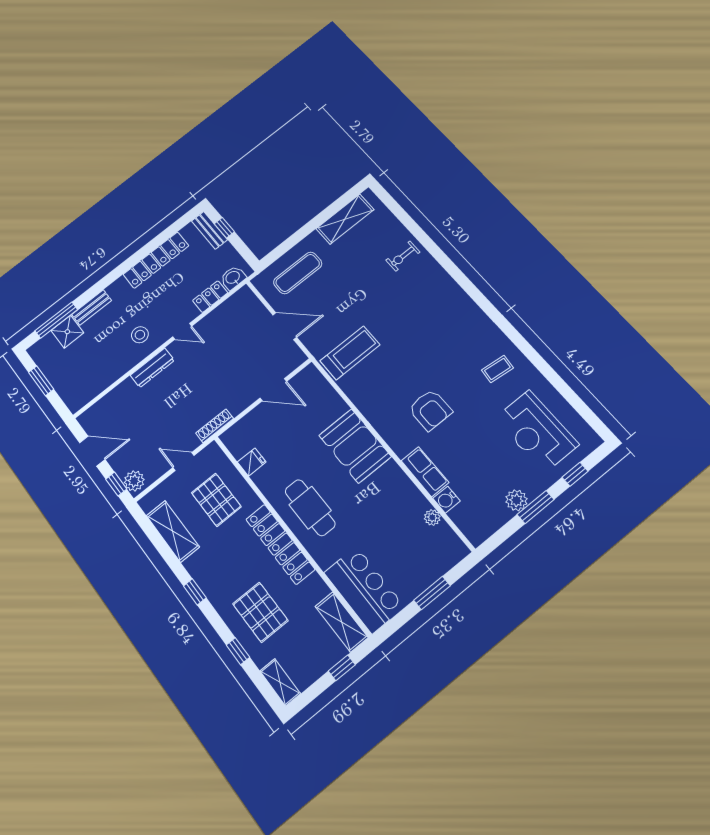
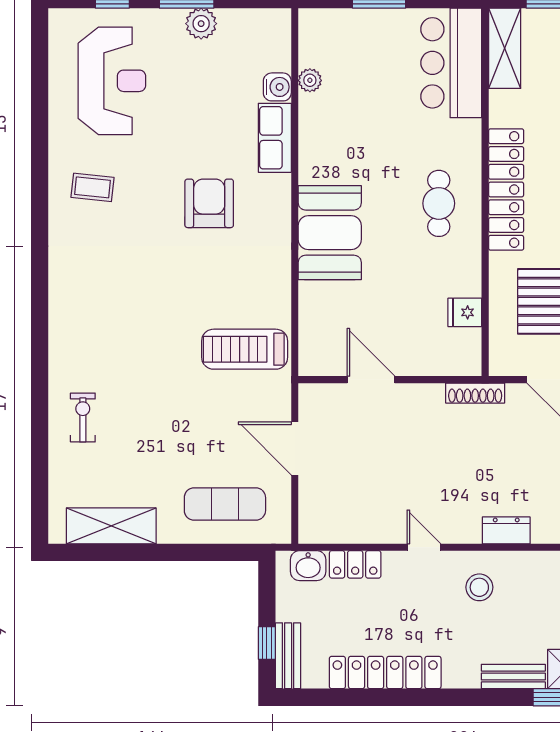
exercise bike: (403, 256) -> (83, 417), turned -90
dresser: (152, 368) -> (506, 530), width x0.70
cafe table: (310, 508) -> (439, 203), width x0.73, depth x0.74

